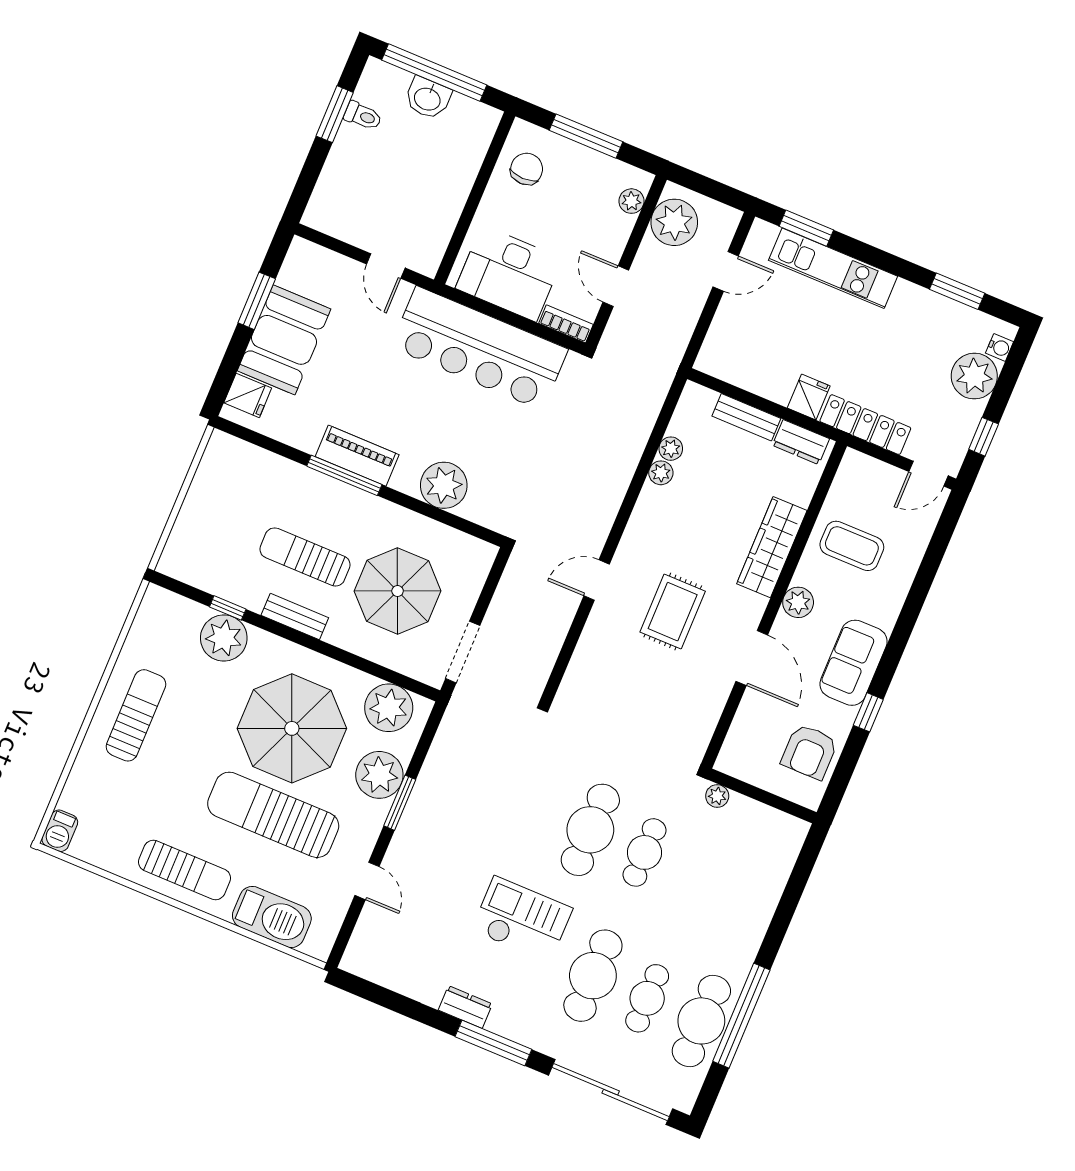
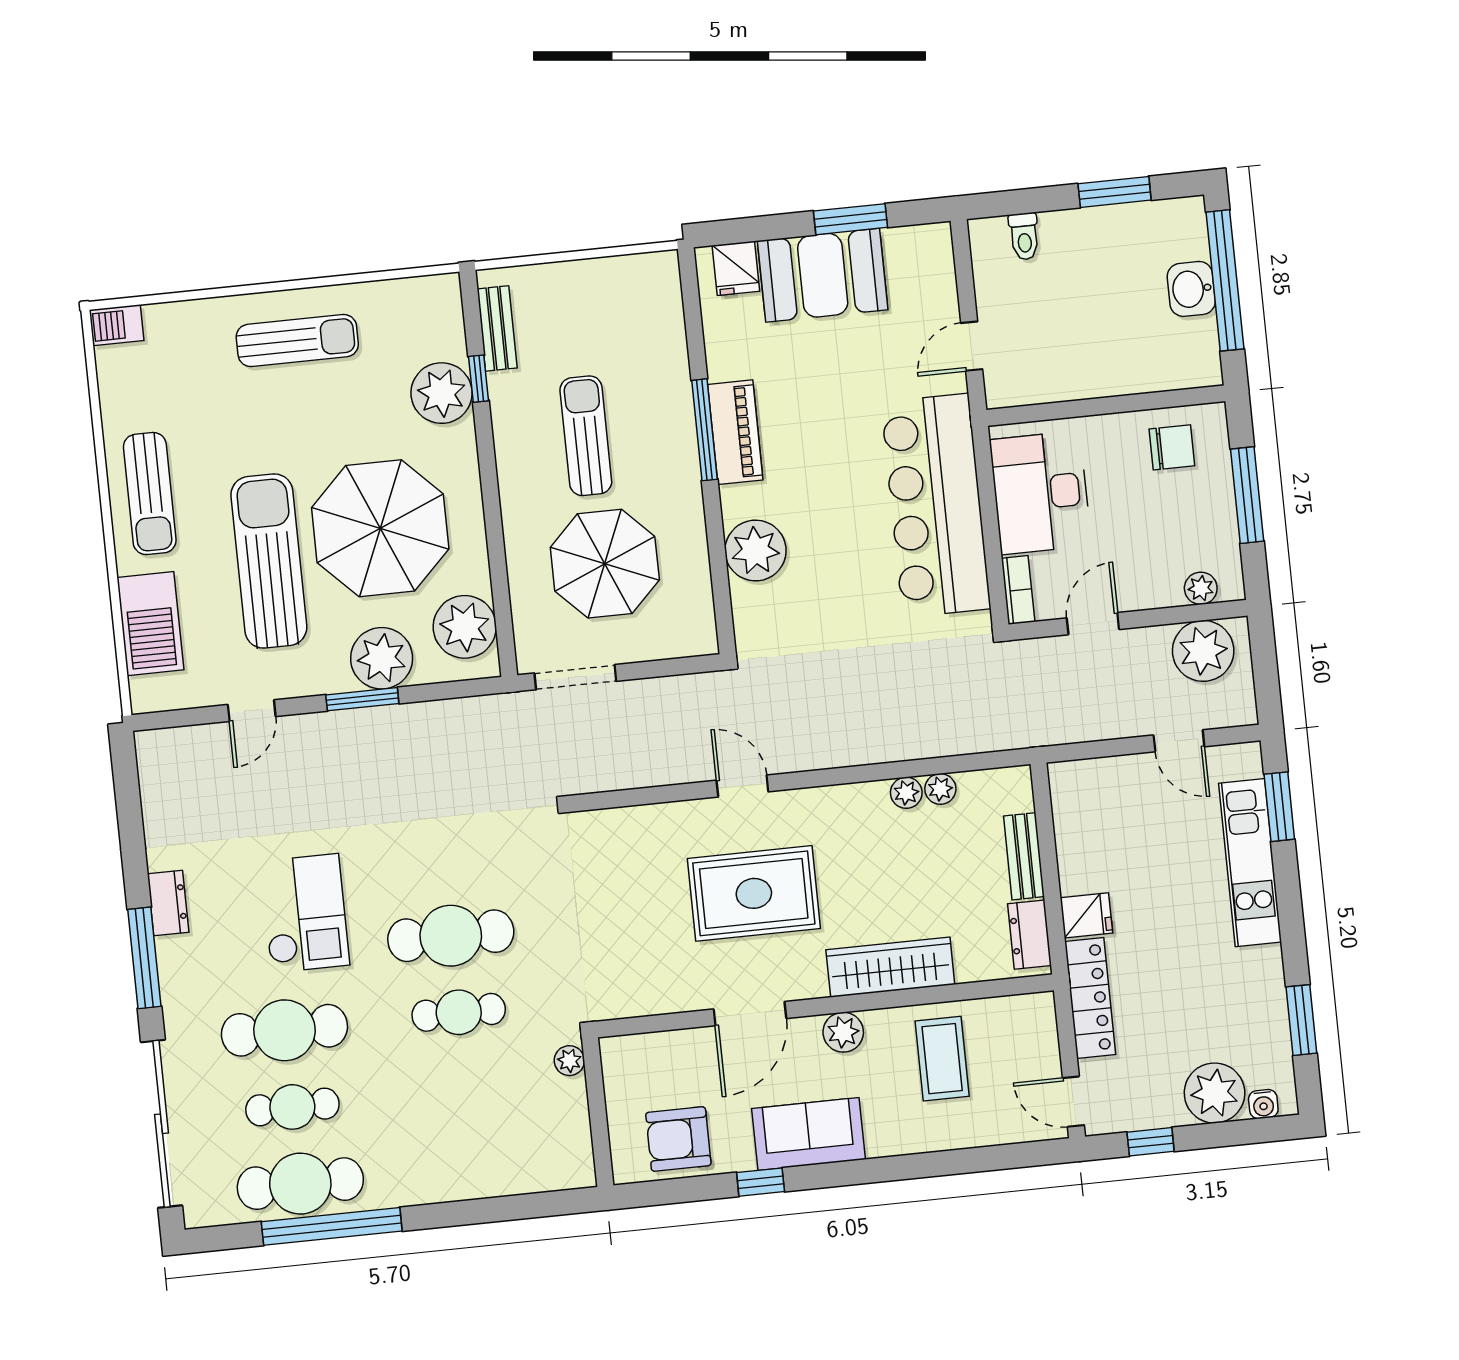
toilet: (363, 116) -> (1024, 236), moved
rug: (673, 612) -> (754, 893), width x1.36, depth x1.43
bench: (295, 616) -> (497, 328), moved

